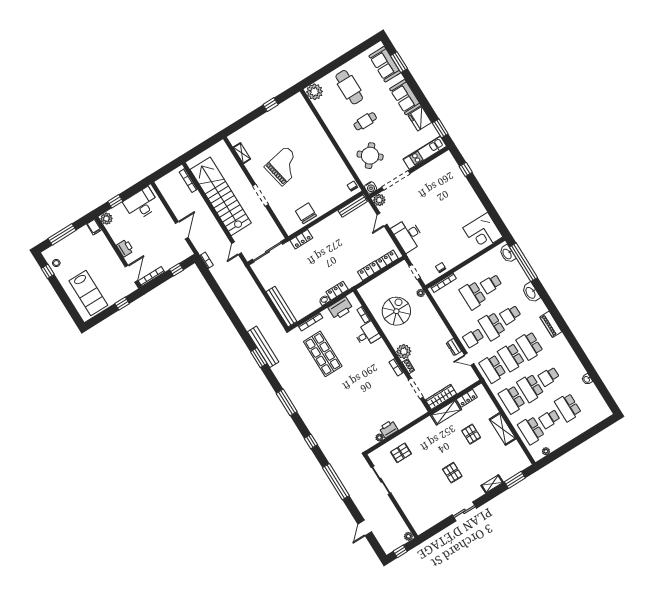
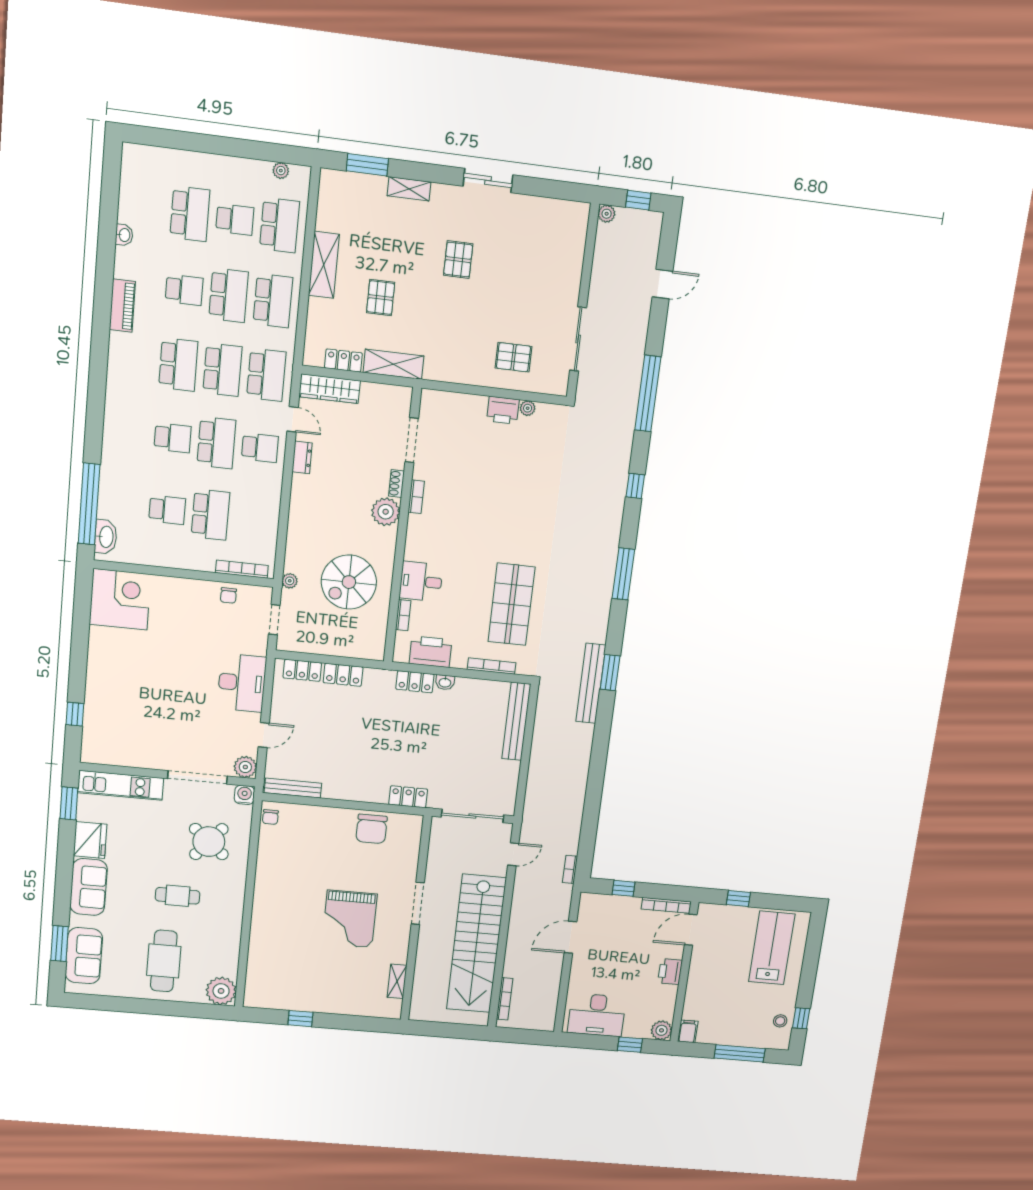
grand piano: (284, 166) -> (350, 919), turned -79
washbasin: (531, 293) -> (113, 447), removed
piano: (551, 324) -> (122, 306), moved
wardrobe: (441, 397) -> (330, 389), moved

